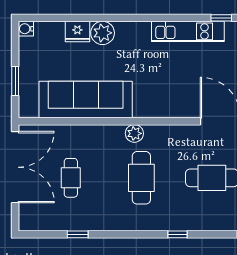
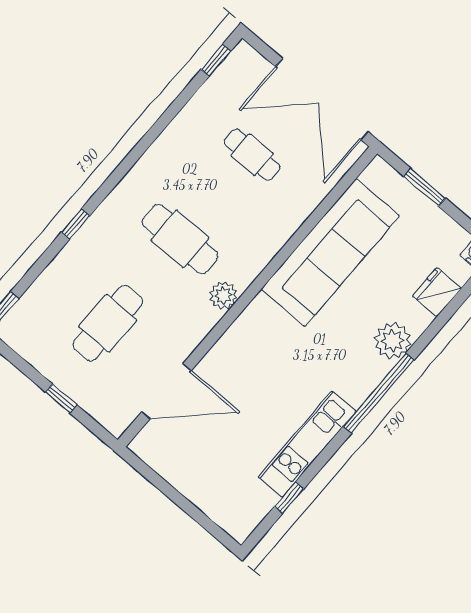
window: (134, 18) -> (379, 393), added
fridge: (77, 32) -> (437, 292), moved
plant: (134, 133) -> (223, 295), moved
window: (78, 234) -> (216, 60), moved

